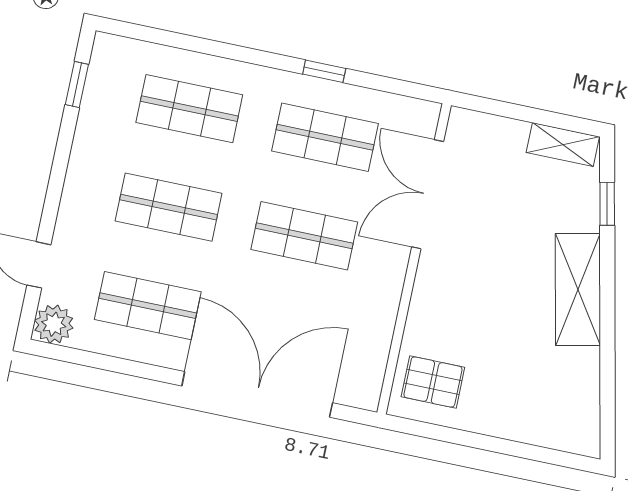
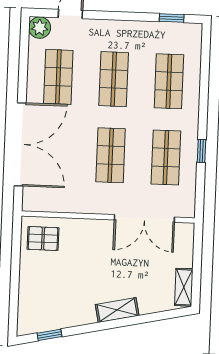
double door: (428, 194) -> (144, 218), swing flipped
window: (607, 204) -> (49, 335), moved
shelving: (578, 290) -> (117, 310), width x0.67, depth x0.75
pallet: (433, 382) -> (43, 239), turned 90

